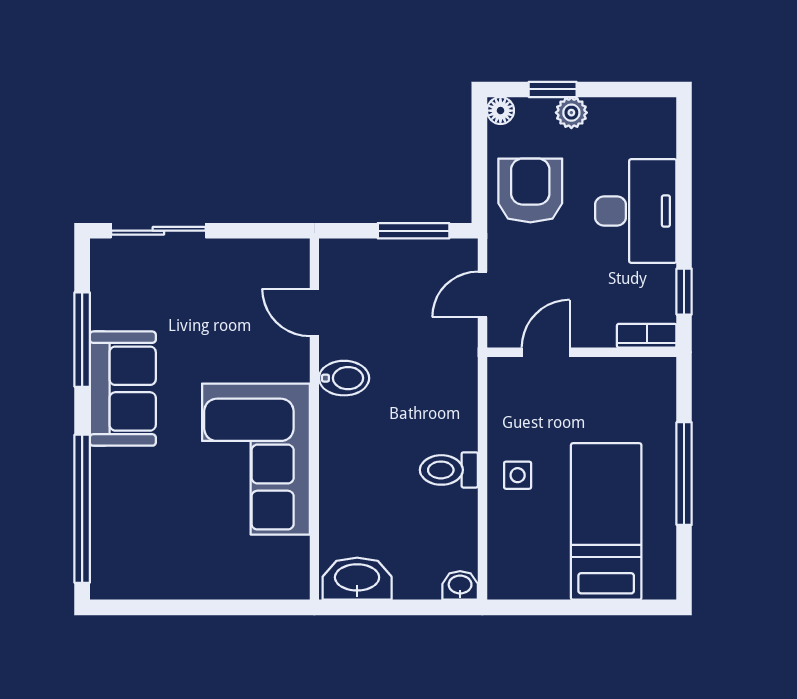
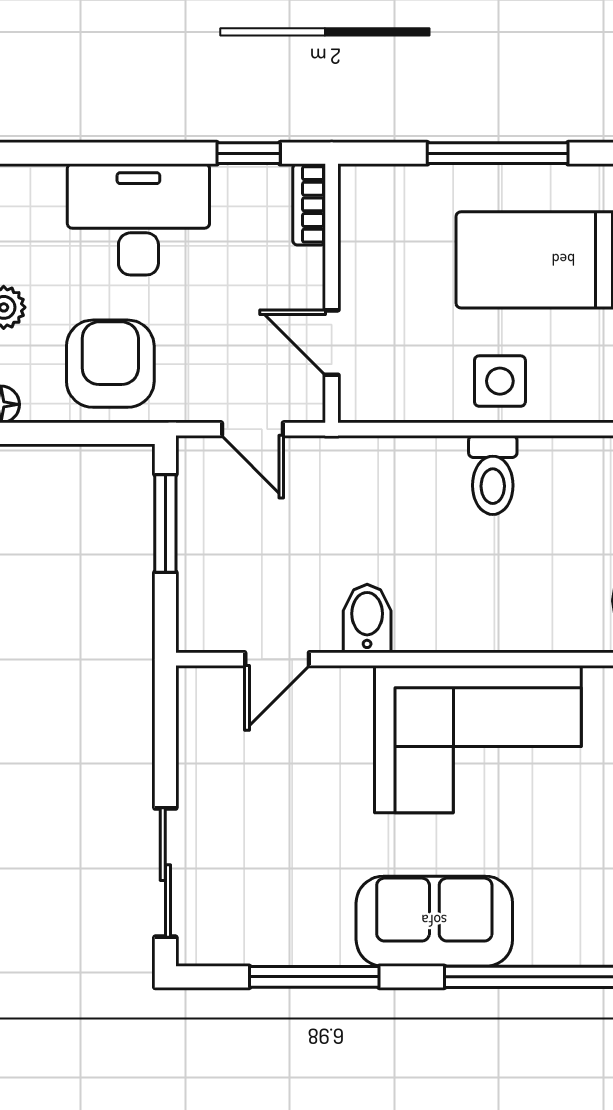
armchair: (530, 190) -> (110, 364), turned 90
sofa: (123, 389) -> (434, 921), moved
side table: (518, 475) -> (500, 381), width x1.37, depth x1.37

